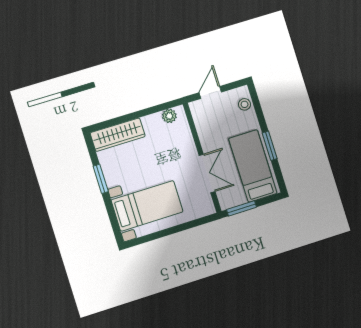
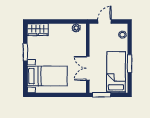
wardrobe: (118, 135) -> (38, 30), width x0.67
double door: (207, 173) -> (88, 68), swing flipped

